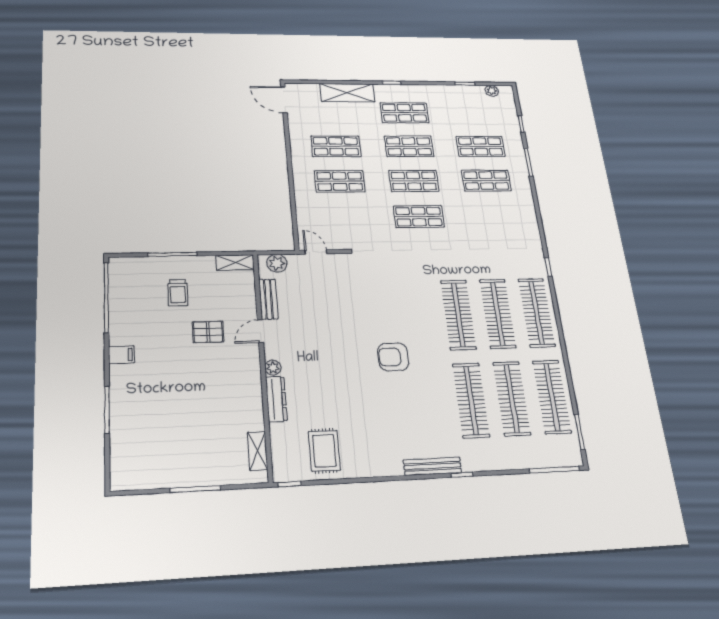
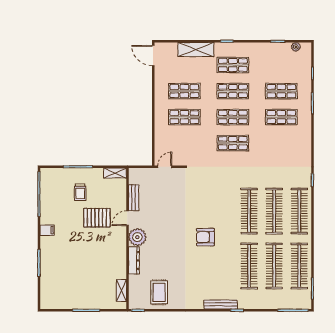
door: (316, 252) -> (165, 167), hinge flipped
plant: (277, 263) -> (140, 174), removed
pallet: (208, 332) -> (97, 218), width x1.50, depth x1.42
plant: (273, 368) -> (137, 237), width x1.88, depth x1.88

